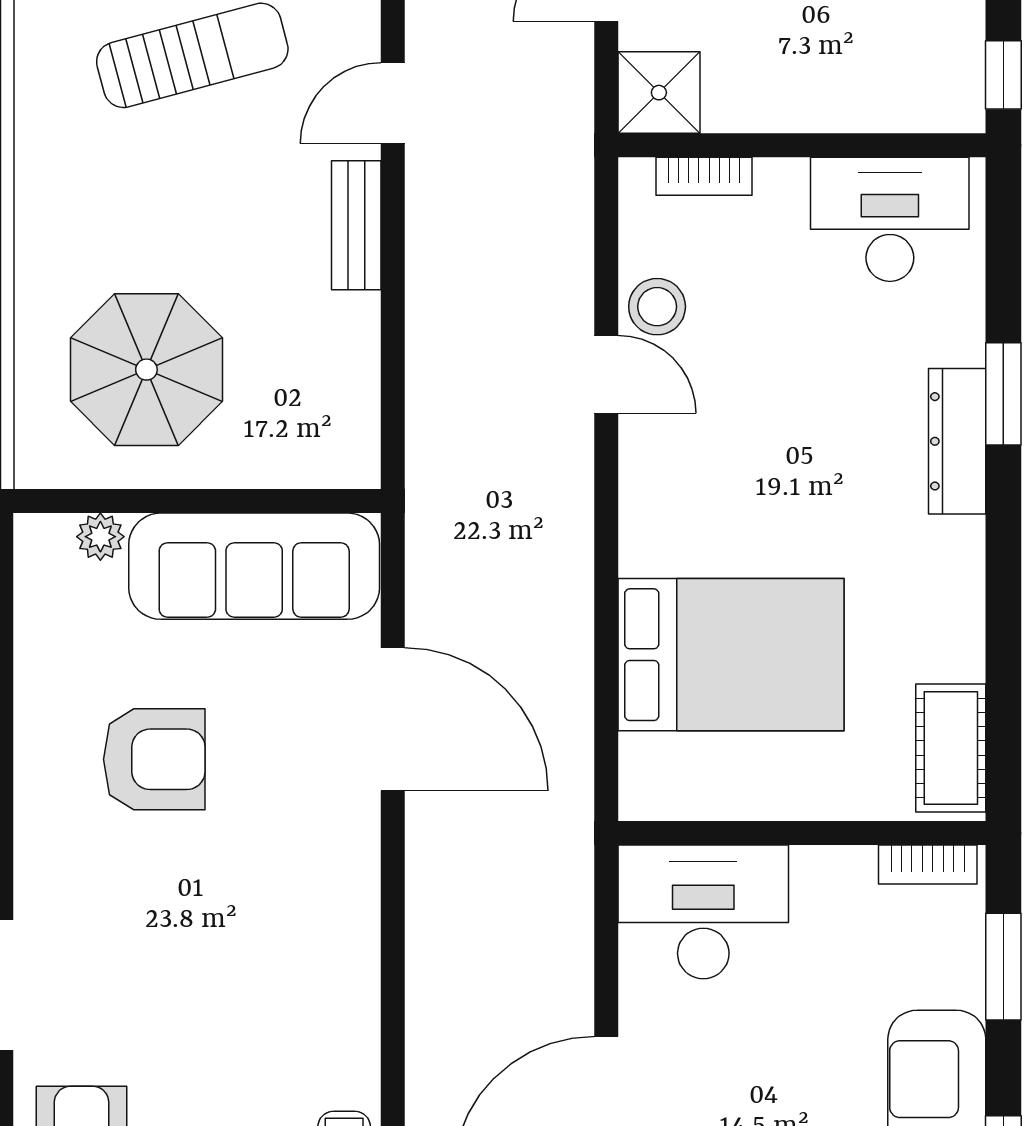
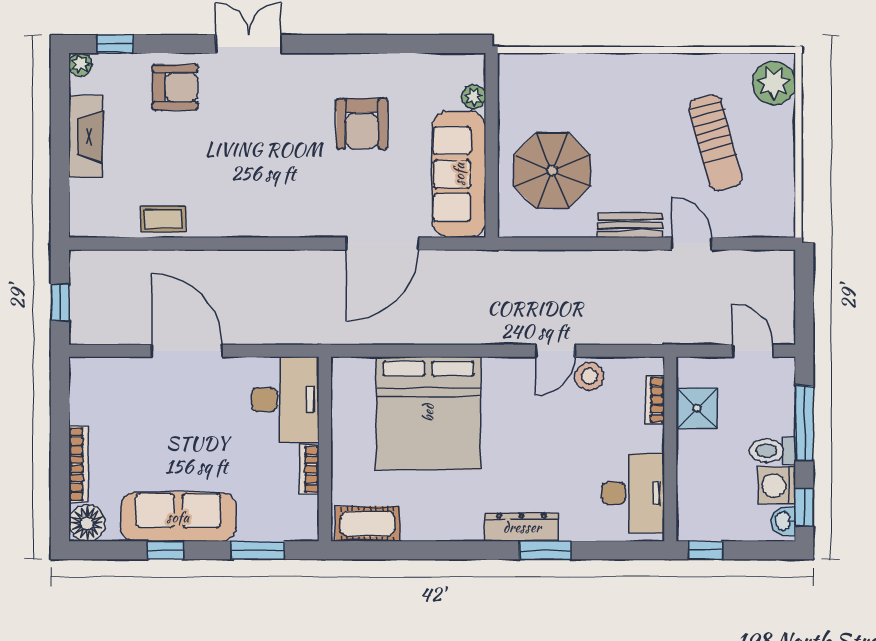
shower: (659, 93) -> (697, 408), moved
parasol: (146, 370) -> (552, 170), moved
bed: (731, 655) -> (428, 413), width x1.36
bookcase: (928, 865) -> (309, 469), moved

